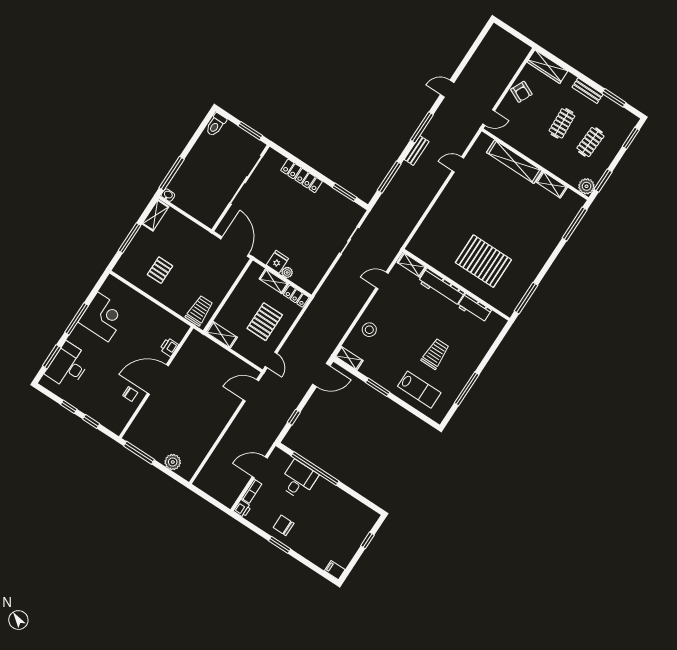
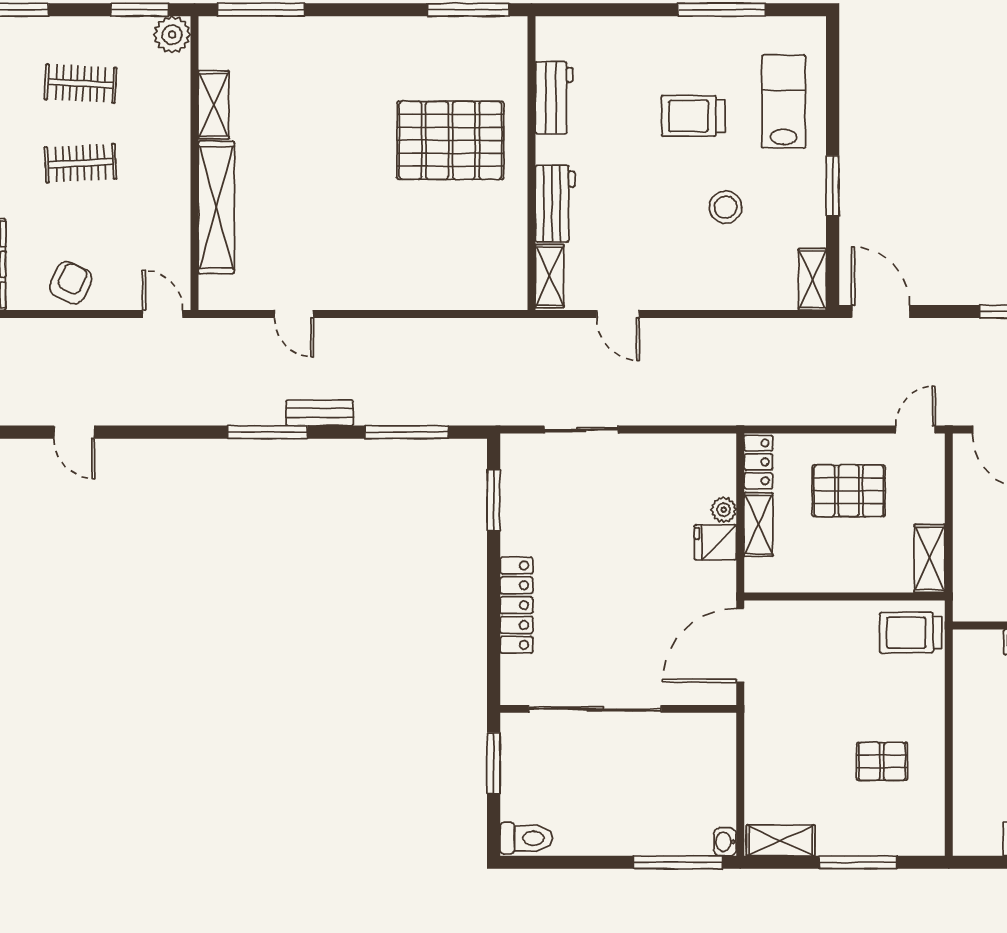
door: (447, 89) -> (74, 432), moved
pallet: (483, 261) -> (450, 140), turned 90
workbench: (441, 287) -> (555, 204), width x0.73
stool: (369, 330) -> (726, 207), moved

